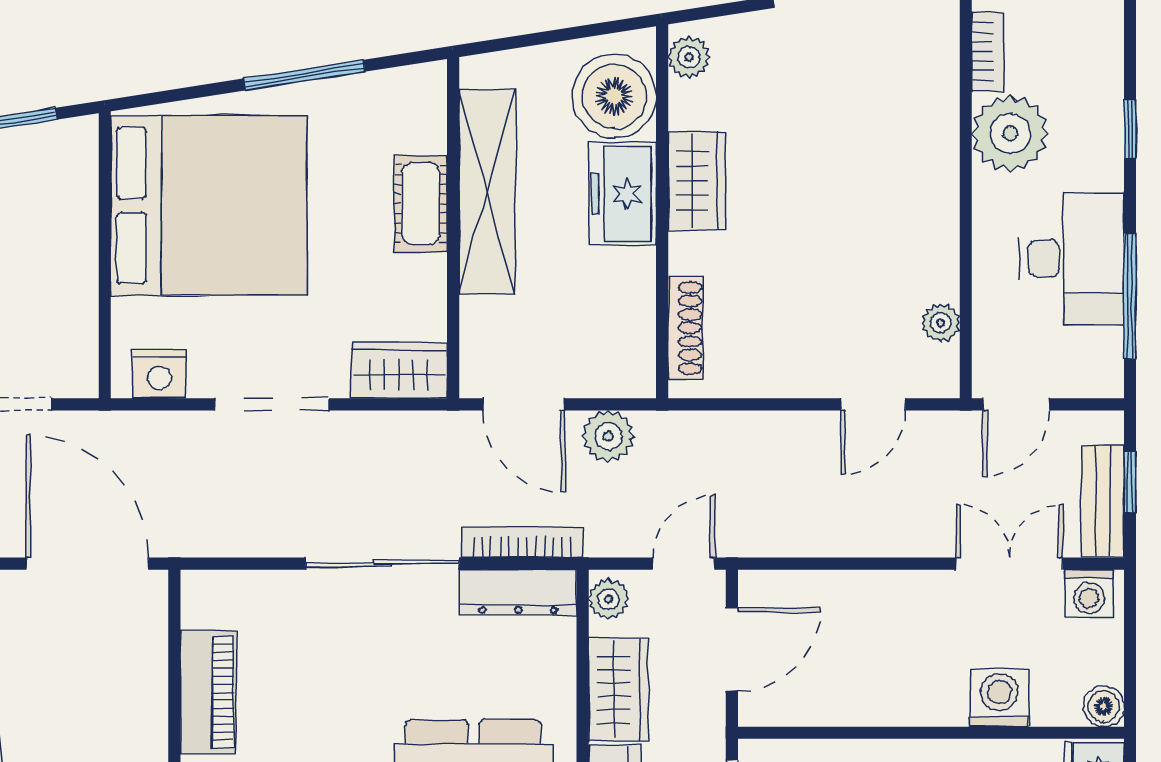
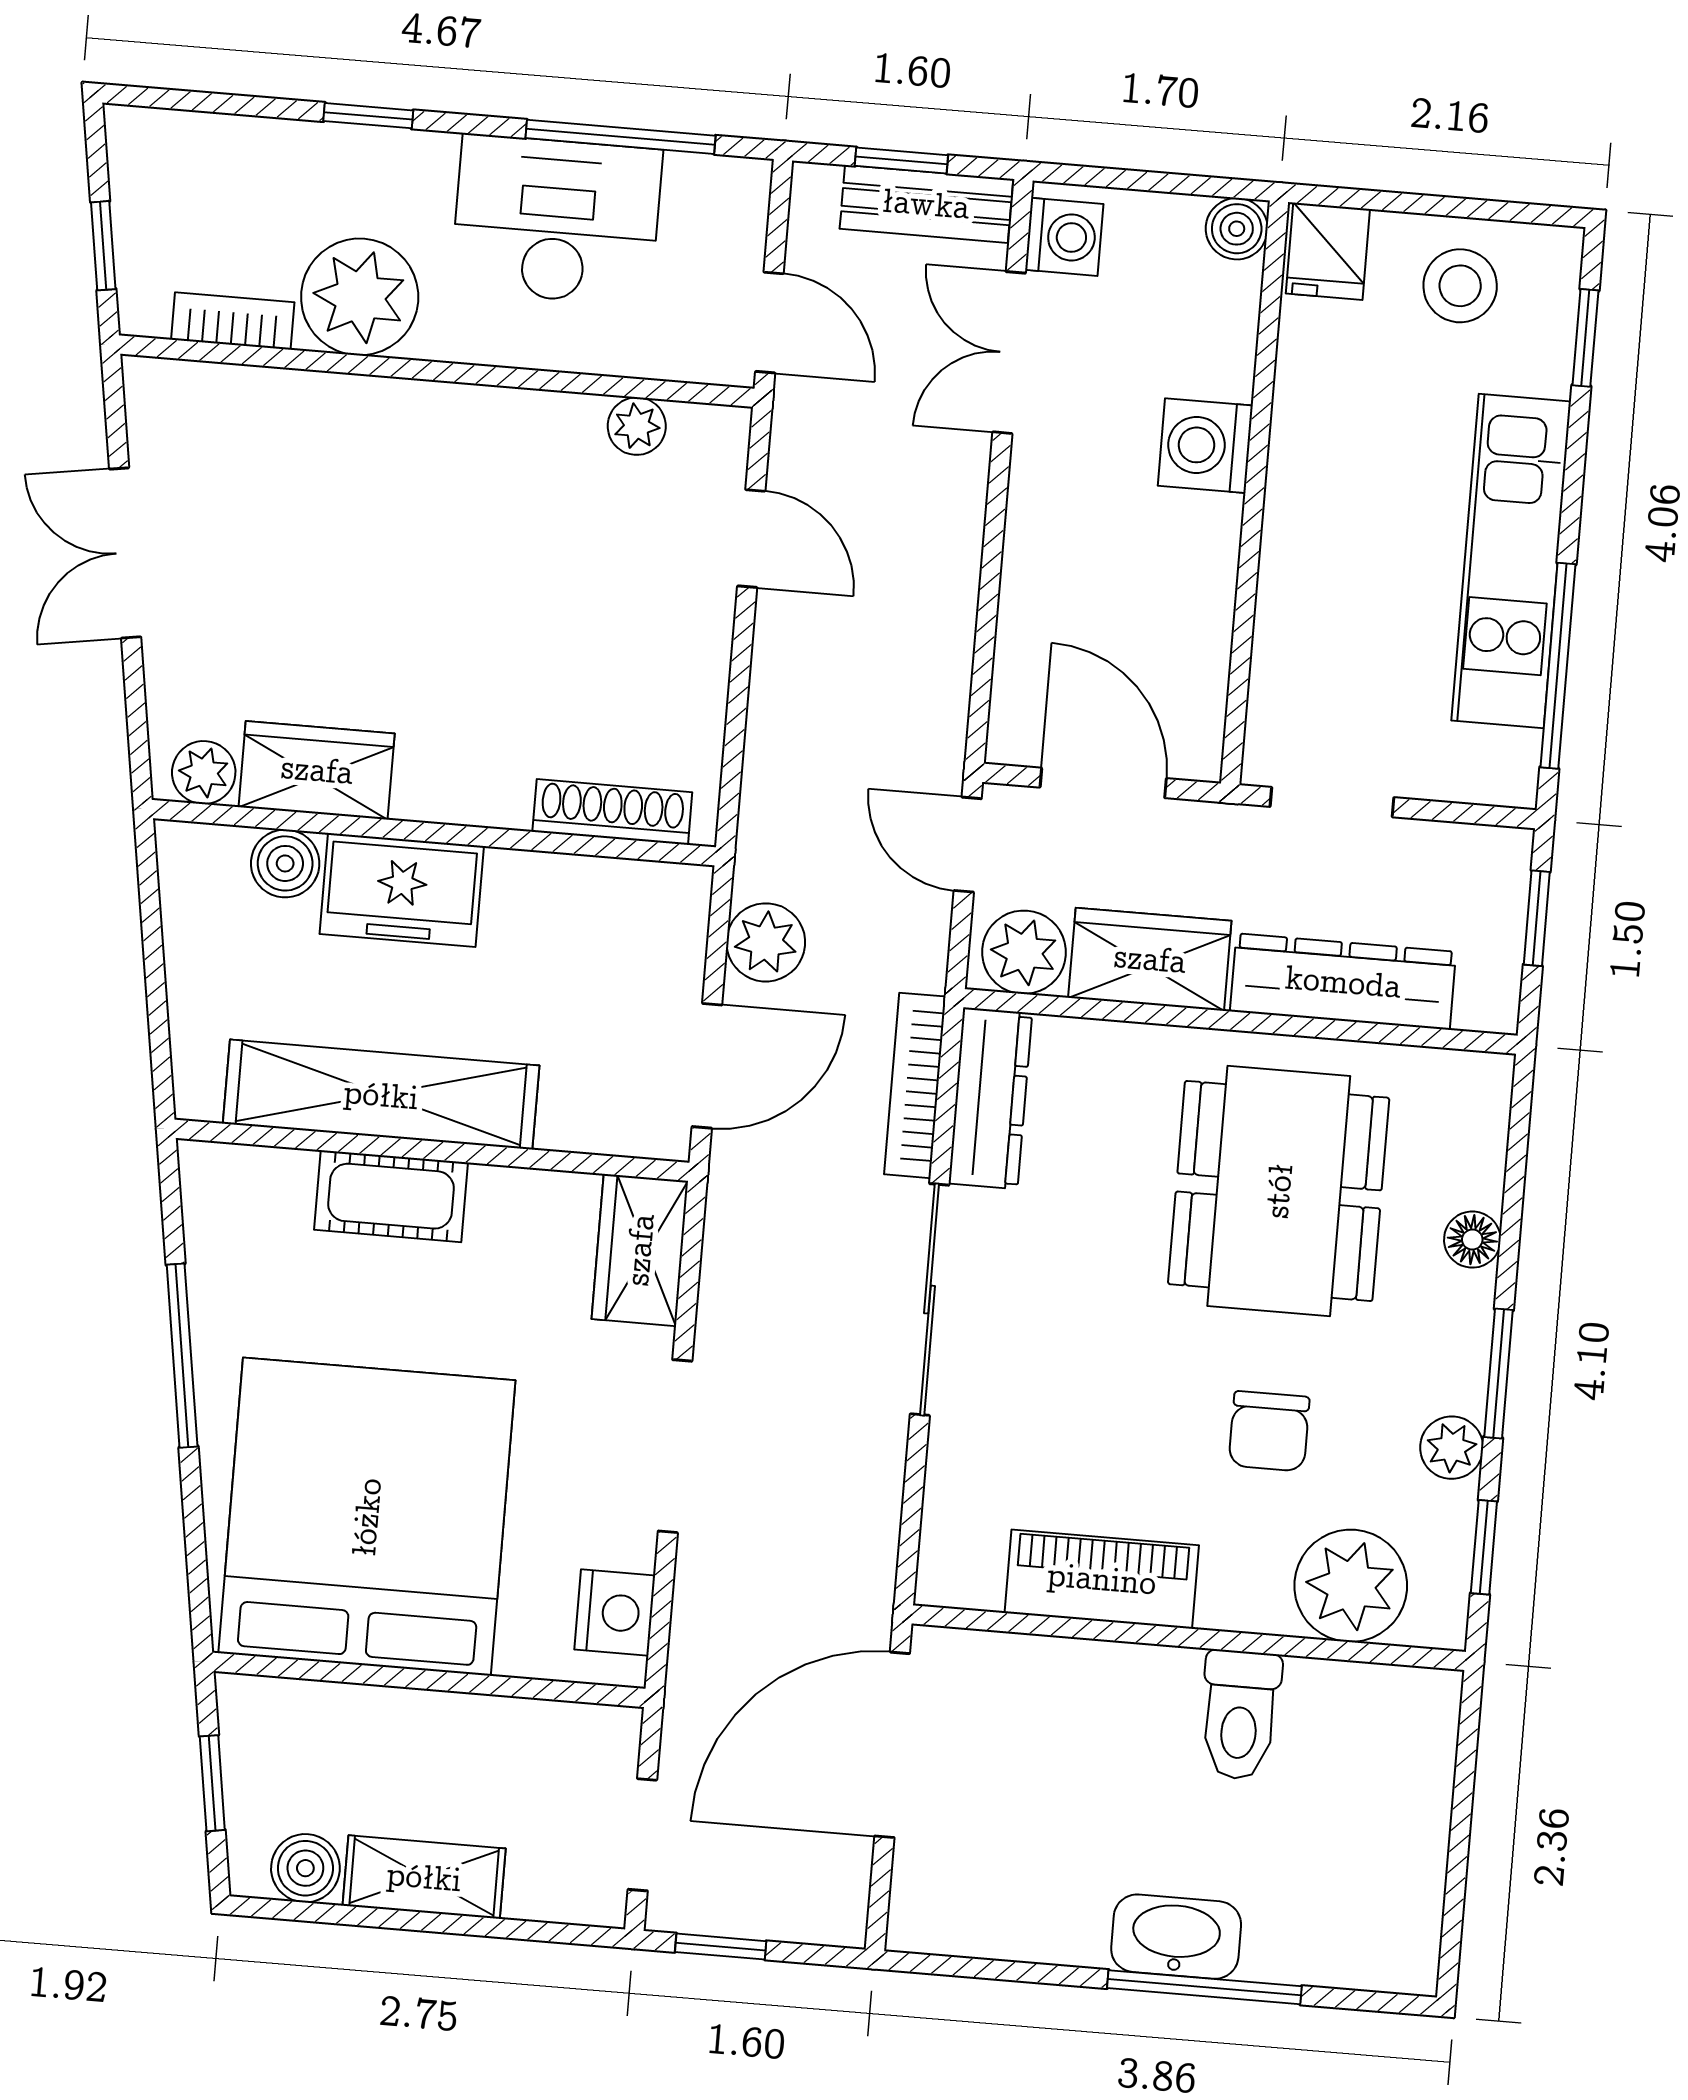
boiler: (614, 96) -> (285, 863), width x0.54, depth x0.54
wardrobe: (697, 181) -> (317, 770), moved
plant: (609, 599) -> (1024, 952), width x1.38, depth x1.38
washing machine: (999, 698) -> (1205, 446), moved

